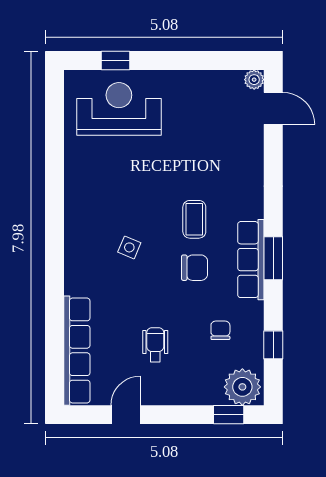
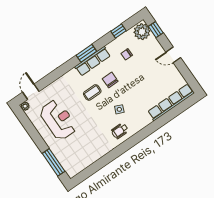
window: (116, 60) -> (54, 162), width x2.17
reception desk: (119, 109) -> (58, 120), moved, turned 180
wheelchair: (155, 345) -> (120, 131), moved
door: (126, 415) -> (173, 55), moved

